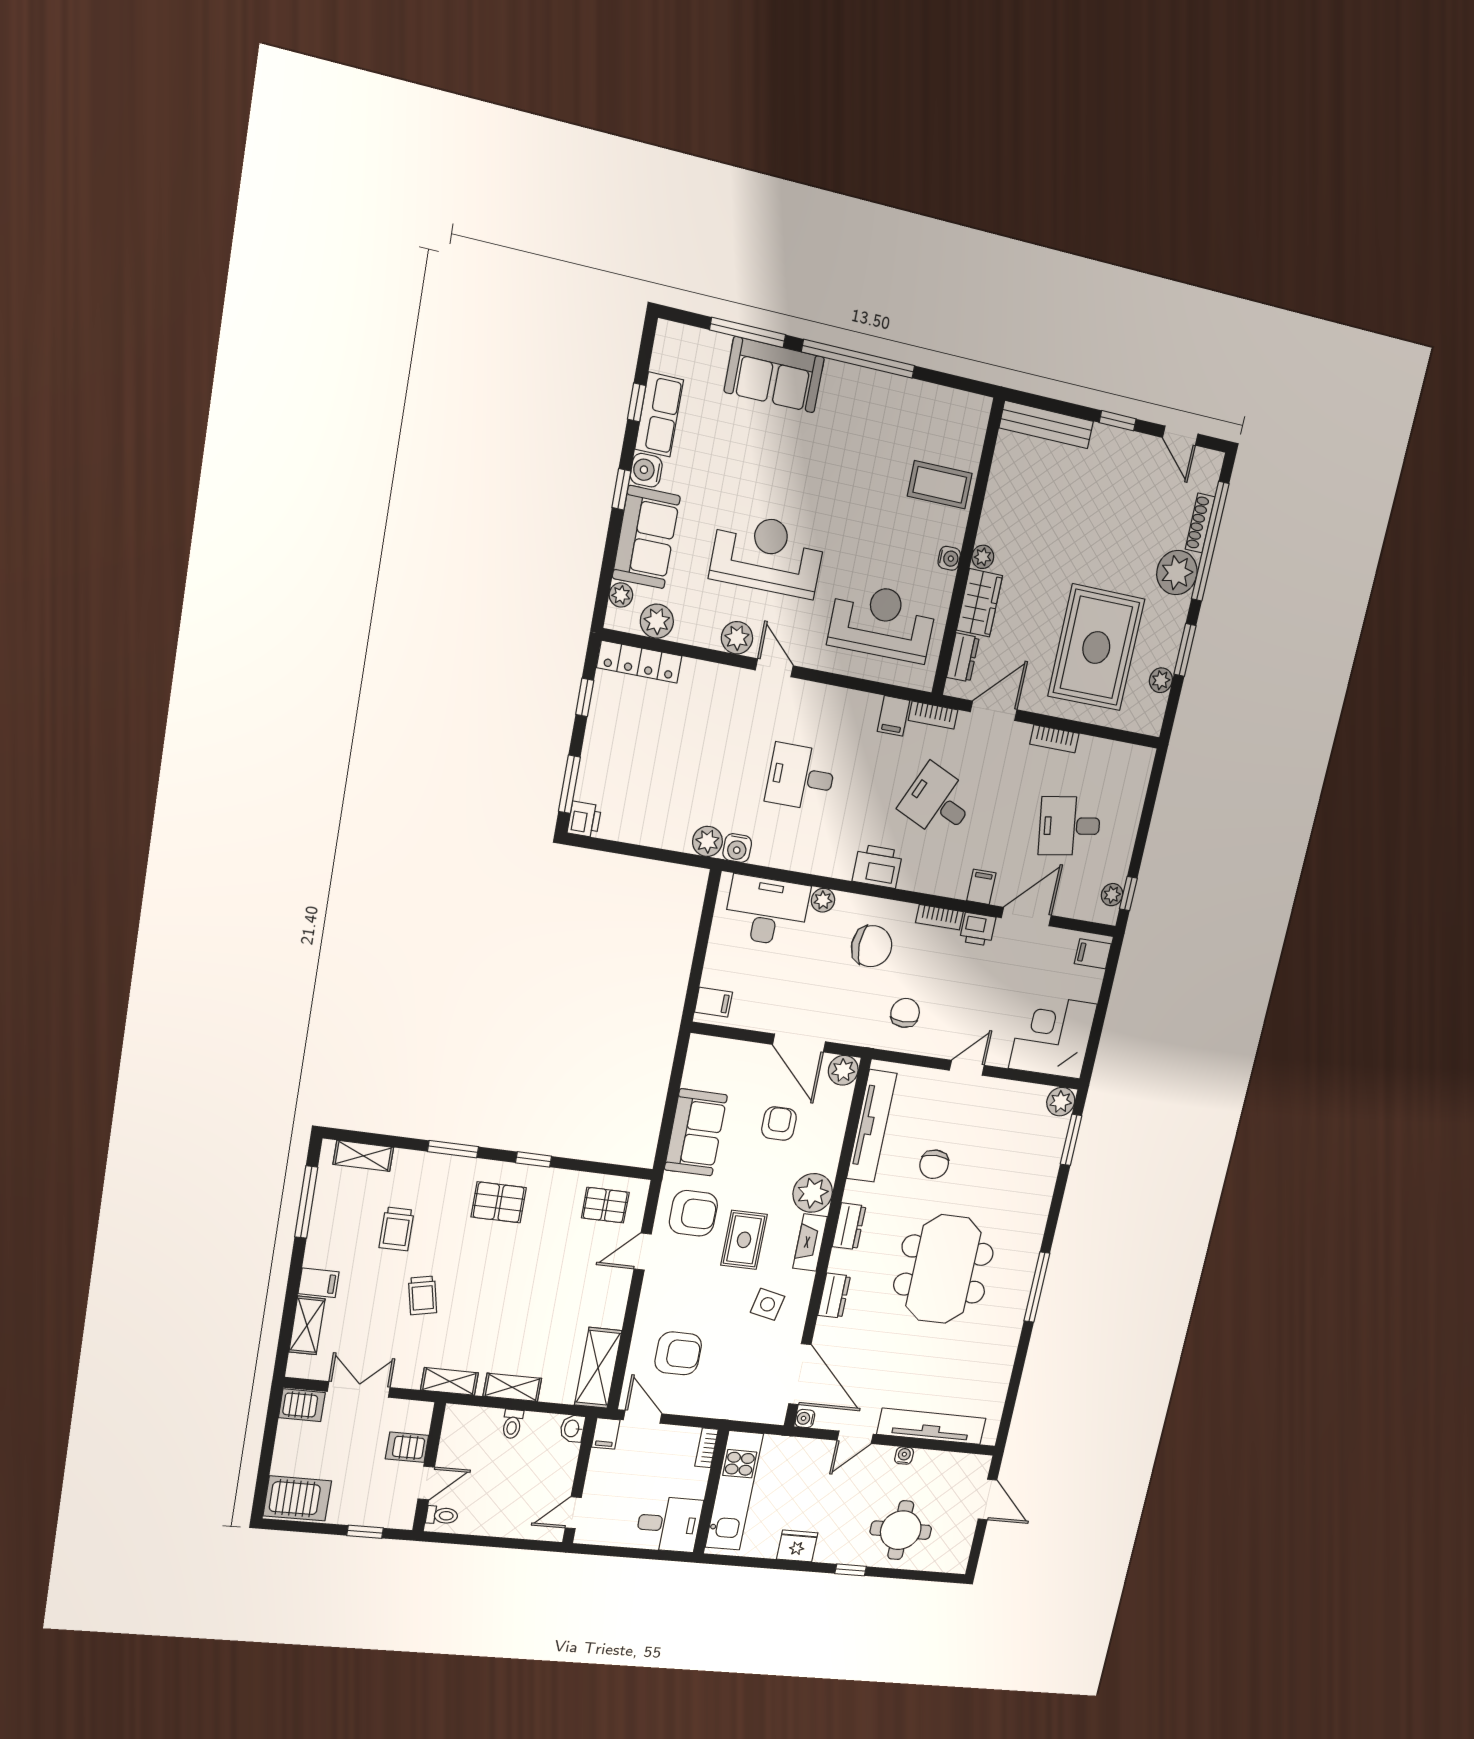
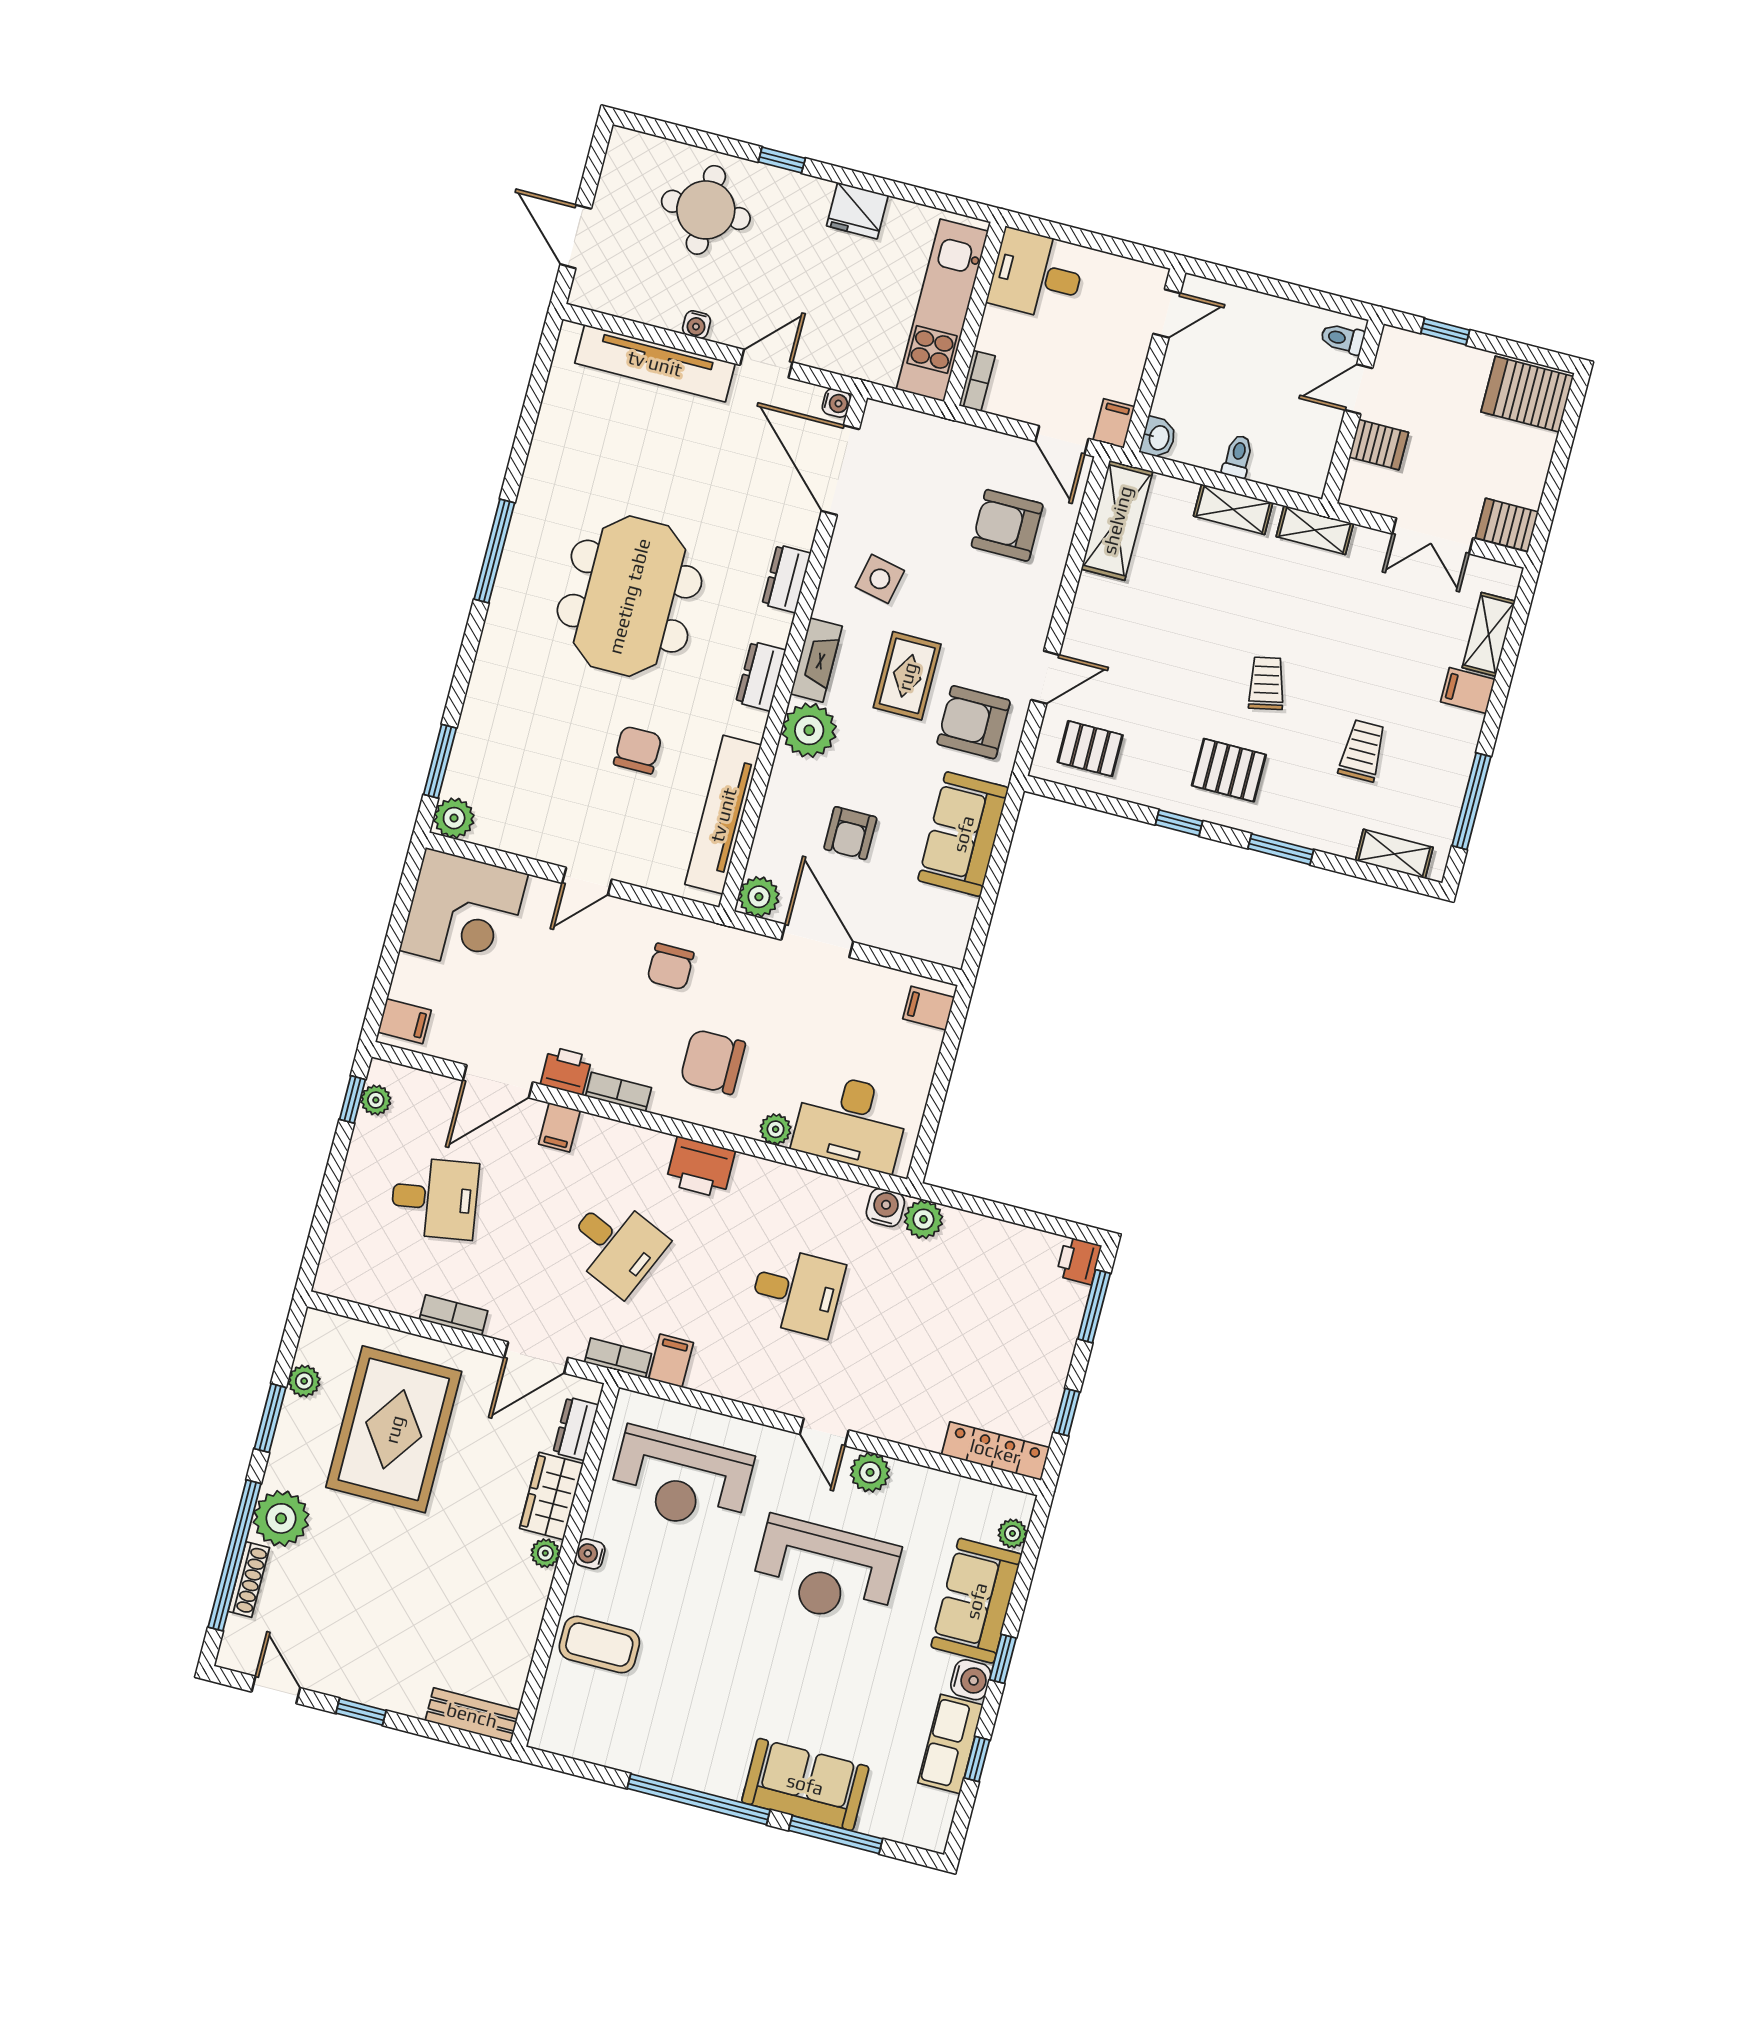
bench: (1046, 425) -> (472, 1715), width x0.73
plant: (657, 621) -> (970, 1499), removed
trolley: (423, 1295) -> (1266, 683), moved

